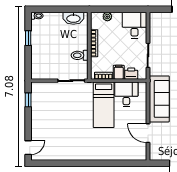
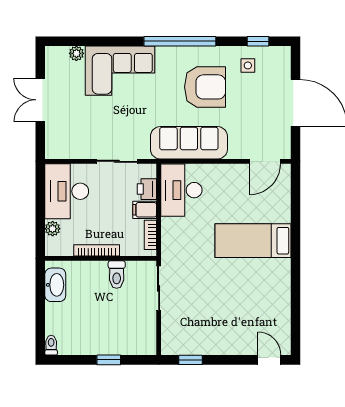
desk: (134, 25) -> (67, 191), width x1.37
window: (28, 38) -> (109, 360), moved
desk: (126, 94) -> (181, 190), width x1.37
bed: (104, 105) -> (253, 241), moved, turned 180
door: (148, 133) -> (265, 161), moved

